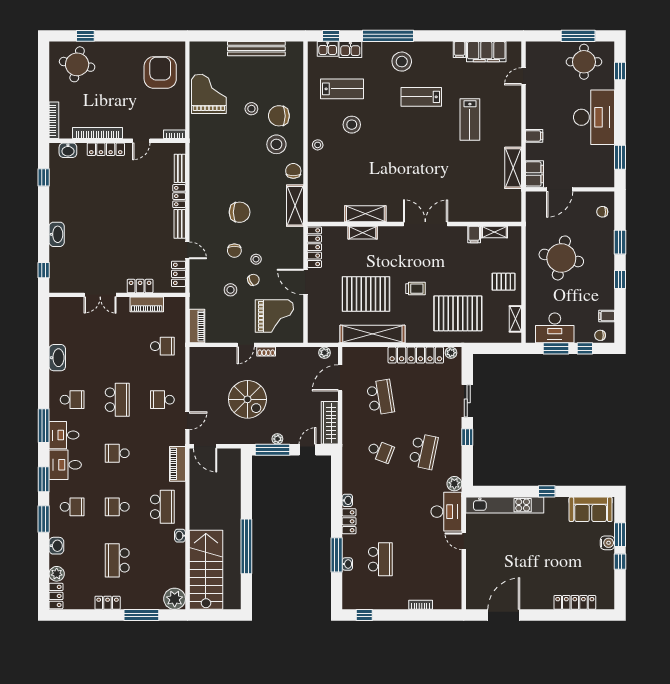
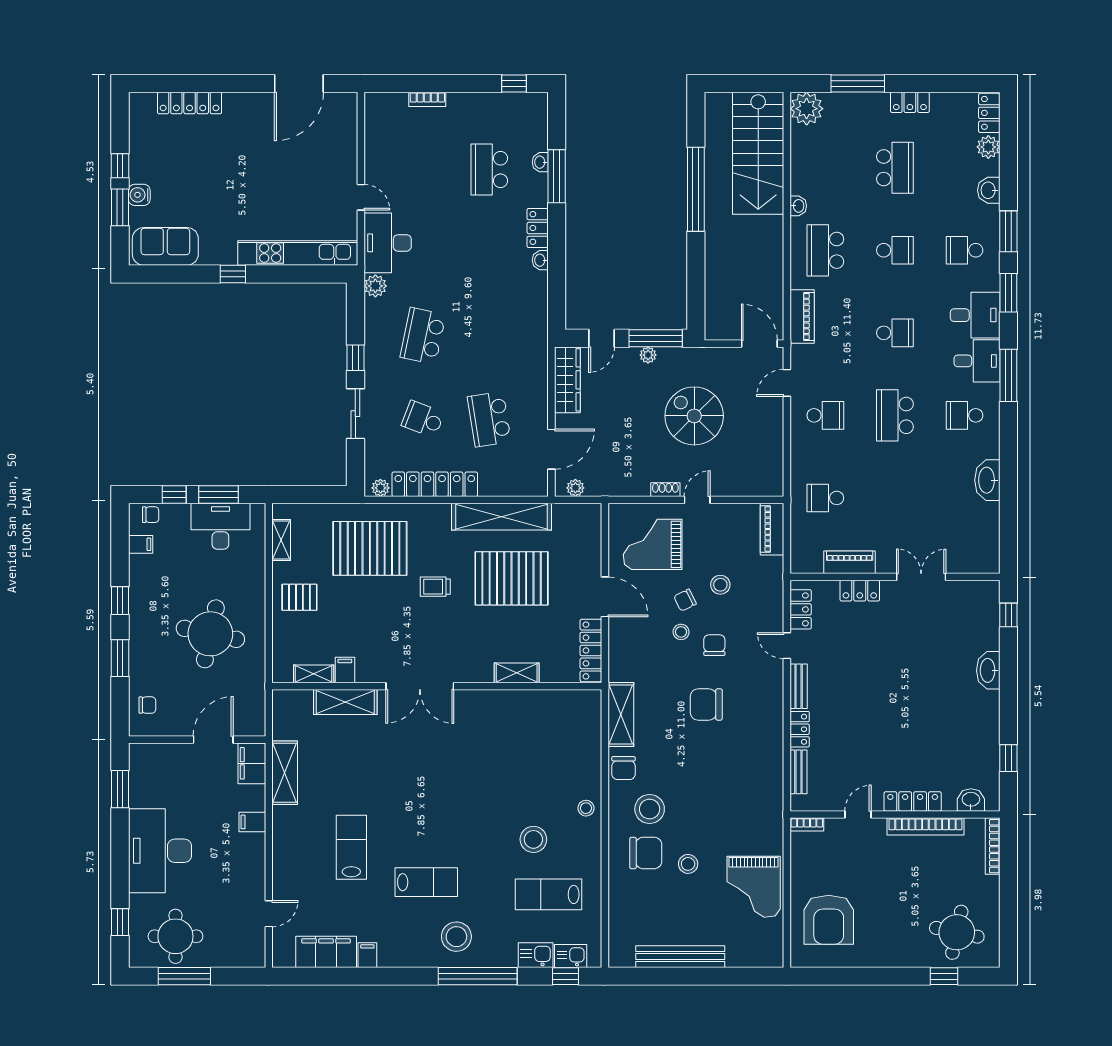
shelving: (365, 214) -> (345, 702), moved
school desk: (380, 451) -> (423, 419), moved

